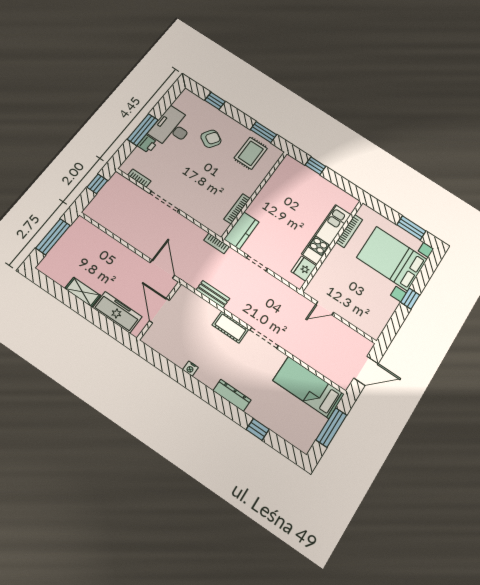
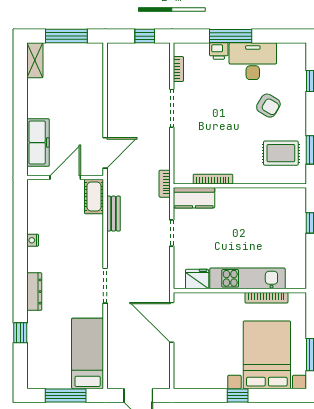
shelving: (83, 292) -> (35, 60), moved
door: (325, 308) -> (172, 322), width x1.88
cot: (230, 327) -> (94, 197), moved

